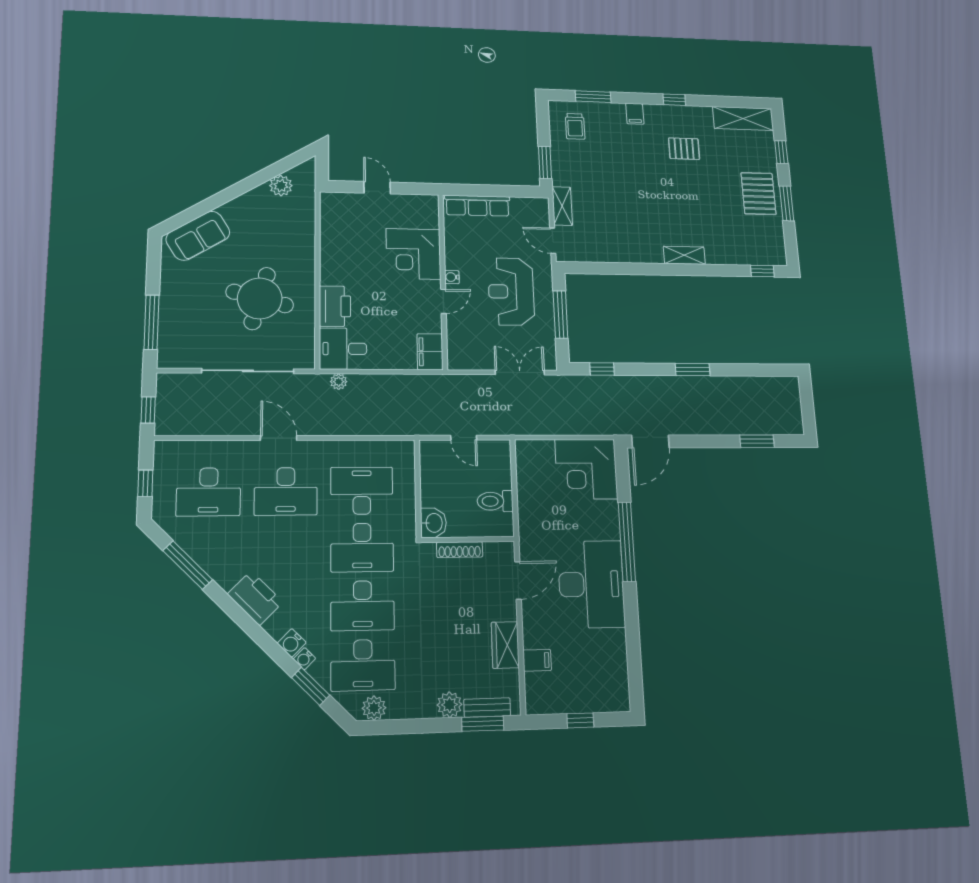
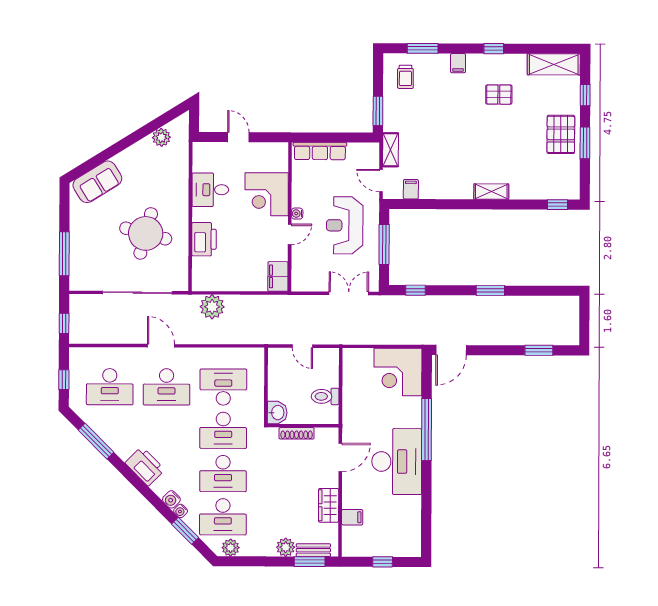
filing cabinet: (589, 251) -> (411, 189), added
desk: (343, 349) -> (210, 190), moved
plant: (339, 382) -> (212, 307), width x1.88, depth x1.88

